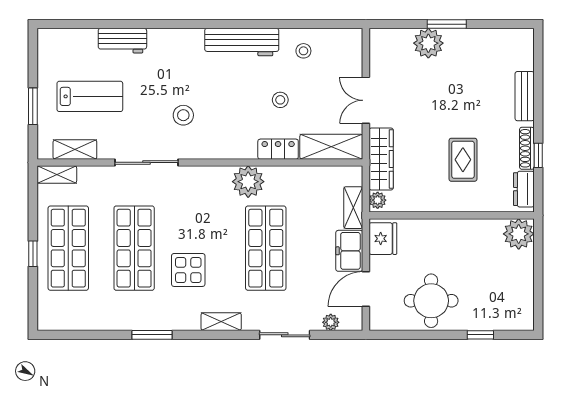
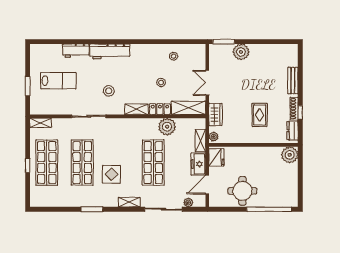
window: (447, 24) -> (224, 42), moved
workbench: (242, 42) -> (110, 51), moved
shelving: (75, 150) -> (136, 109), moved
wardrobe: (381, 159) -> (215, 114), width x0.67
plant: (248, 182) -> (167, 127), moved
sliding door: (285, 335) -> (163, 209), width x1.37
window: (480, 335) -> (269, 209), width x3.17

